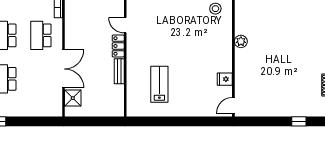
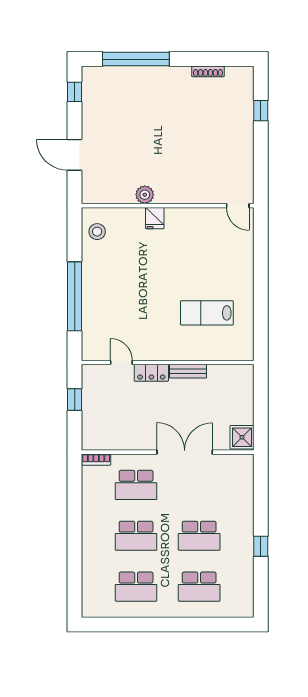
door: (125, 25) -> (121, 362), swing flipped
fridge: (225, 79) -> (155, 218), moved
shower: (73, 98) -> (242, 437), moved

